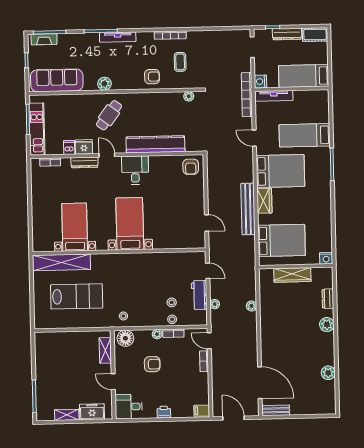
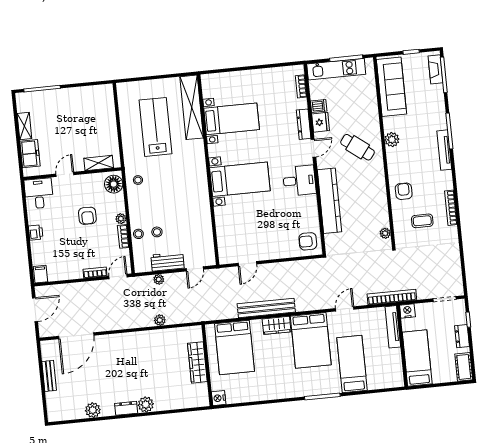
dresser: (287, 34) -> (462, 336), width x0.70
armchair: (152, 77) -> (404, 191), turned 180
lab bench: (77, 296) -> (156, 127), turned 180
dresser: (328, 299) -> (126, 408), moved
bench: (276, 410) -> (49, 376), moved

